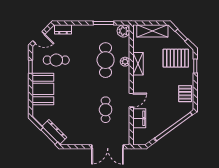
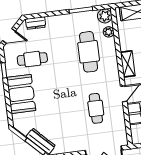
plant: (125, 62) -> (109, 32), moved
shelving: (138, 64) -> (128, 64), moved

